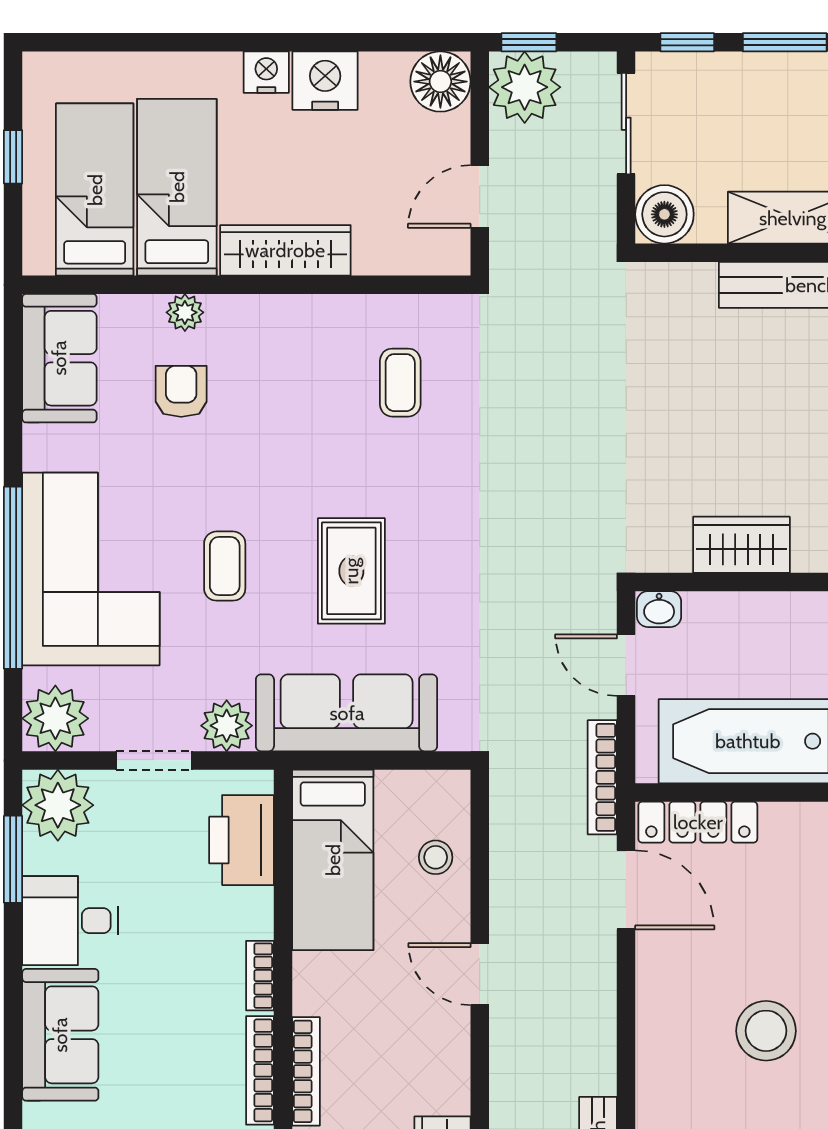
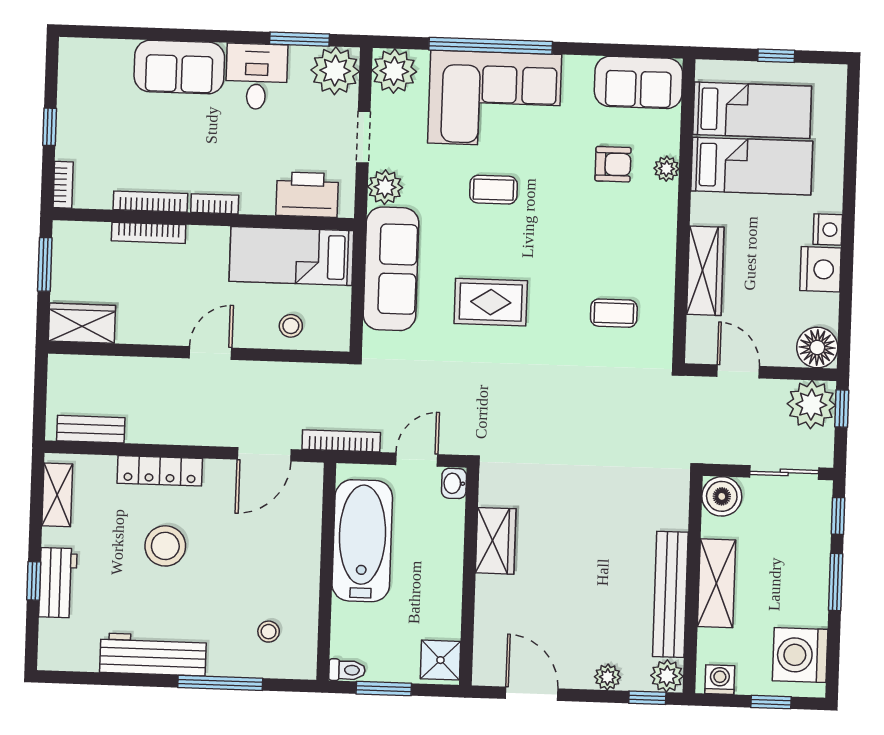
wardrobe: (285, 250) -> (705, 271), moved
rug: (351, 571) -> (491, 302), moved
locker: (698, 822) -> (160, 471), moved, turned -90

